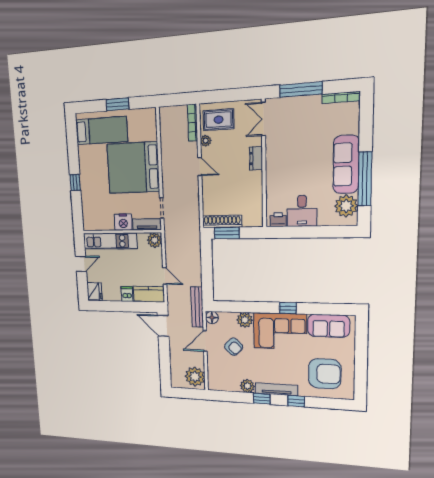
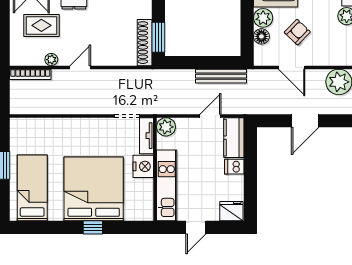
rug: (219, 120) -> (41, 25), moved, turned 90
bed: (133, 168) -> (94, 189), moved, turned 180
door: (81, 264) -> (196, 227), swing flipped
bench: (197, 307) -> (221, 76), moved
floor lamp: (212, 318) -> (261, 36), moved
door: (163, 326) -> (305, 121), moved

